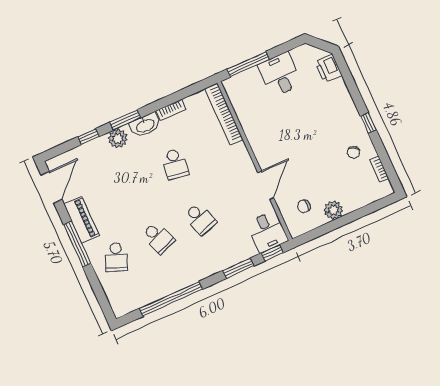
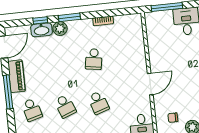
bookcase: (224, 114) -> (139, 36), removed
washbasin: (145, 125) -> (41, 30), moved
door: (266, 185) -> (150, 84), moved
school desk: (116, 257) -> (32, 110), turned -36

